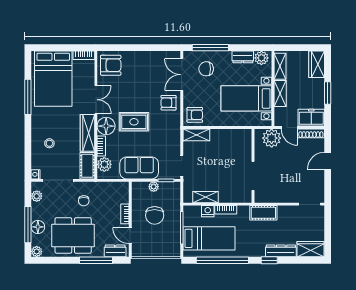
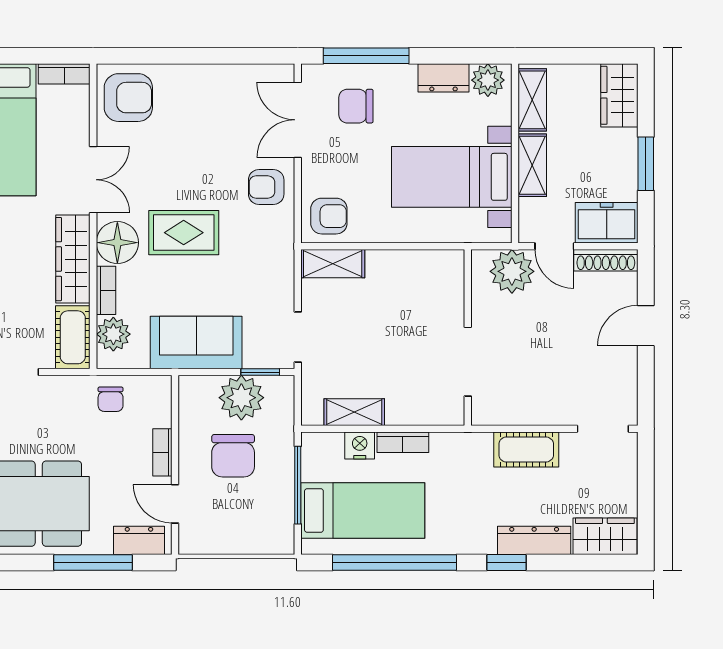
plant: (154, 187) -> (241, 398), width x1.88, depth x1.88
chair: (84, 201) -> (111, 399), moved
cot: (263, 213) -> (526, 450), moved

